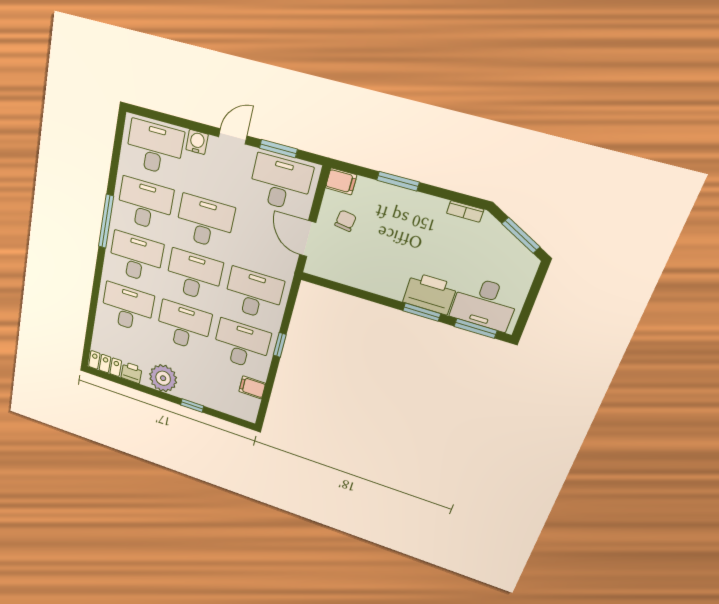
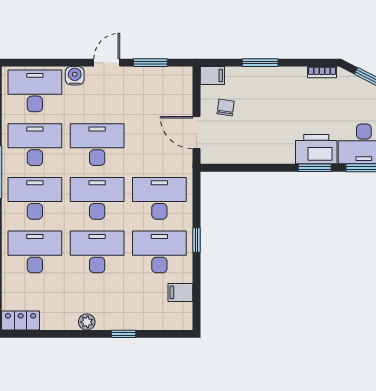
desk: (280, 183) -> (159, 91), removed
printer: (132, 373) -> (52, 320), removed
plant: (163, 378) -> (87, 322), width x0.53, depth x0.53

